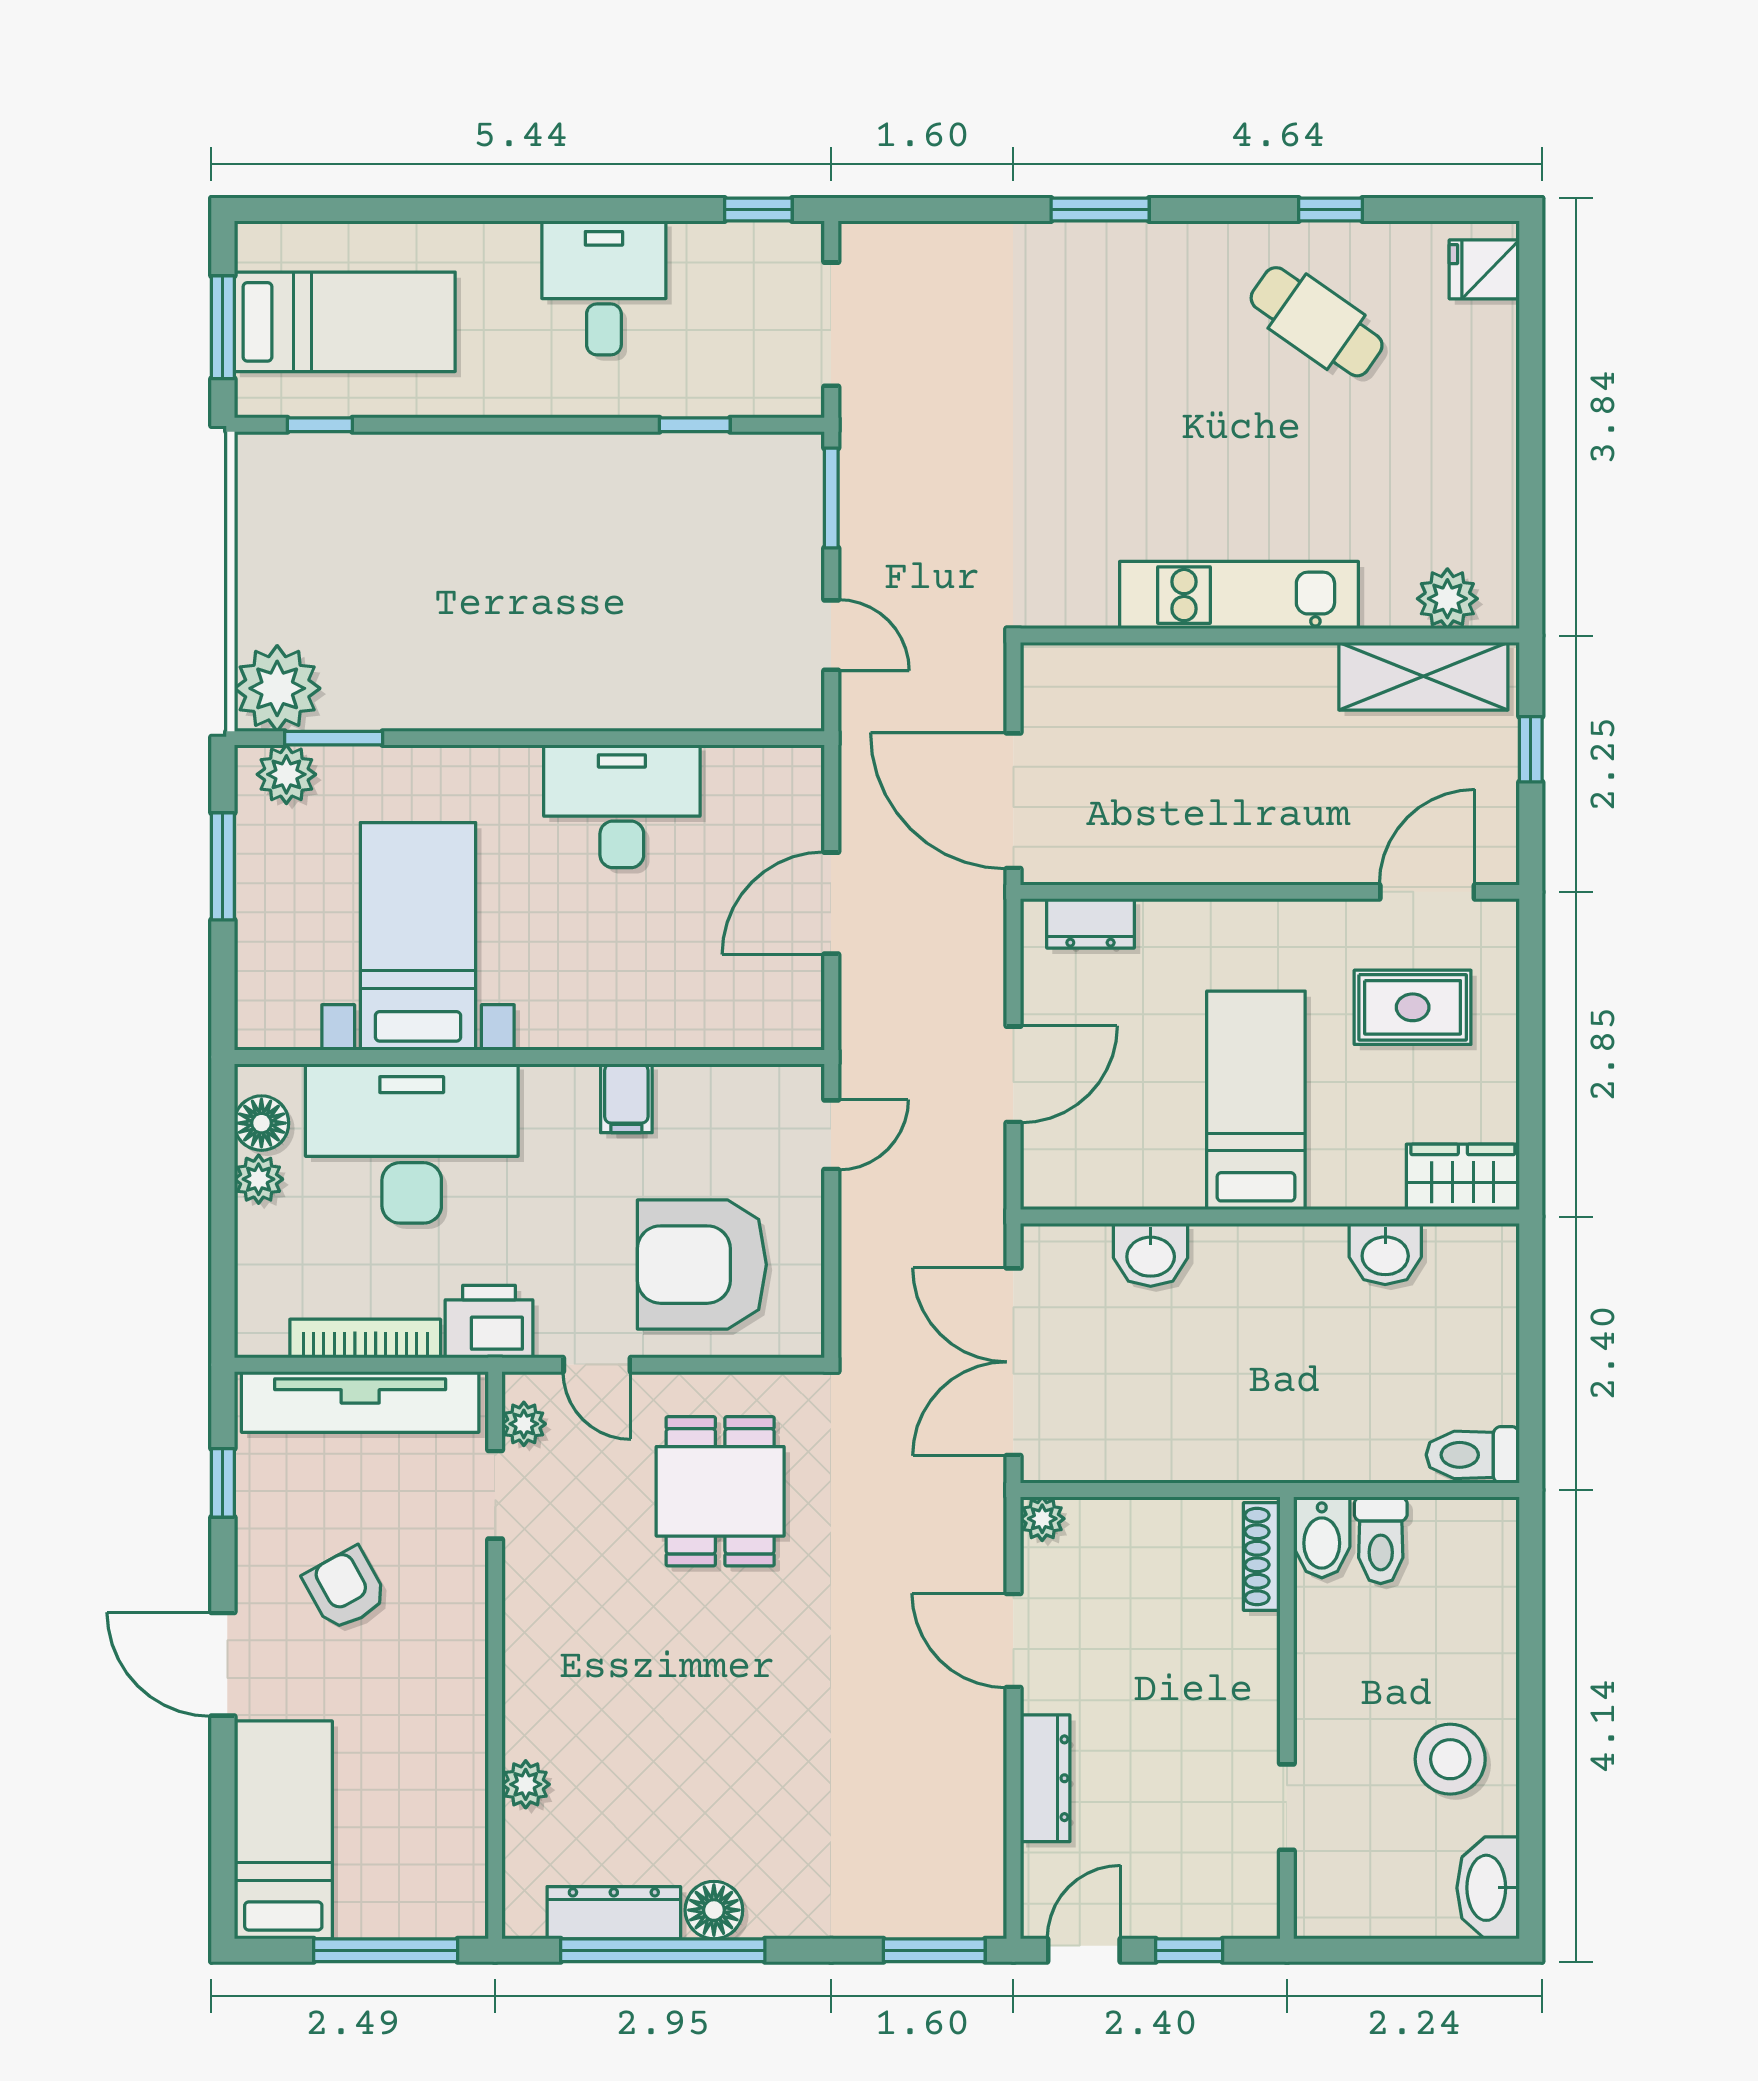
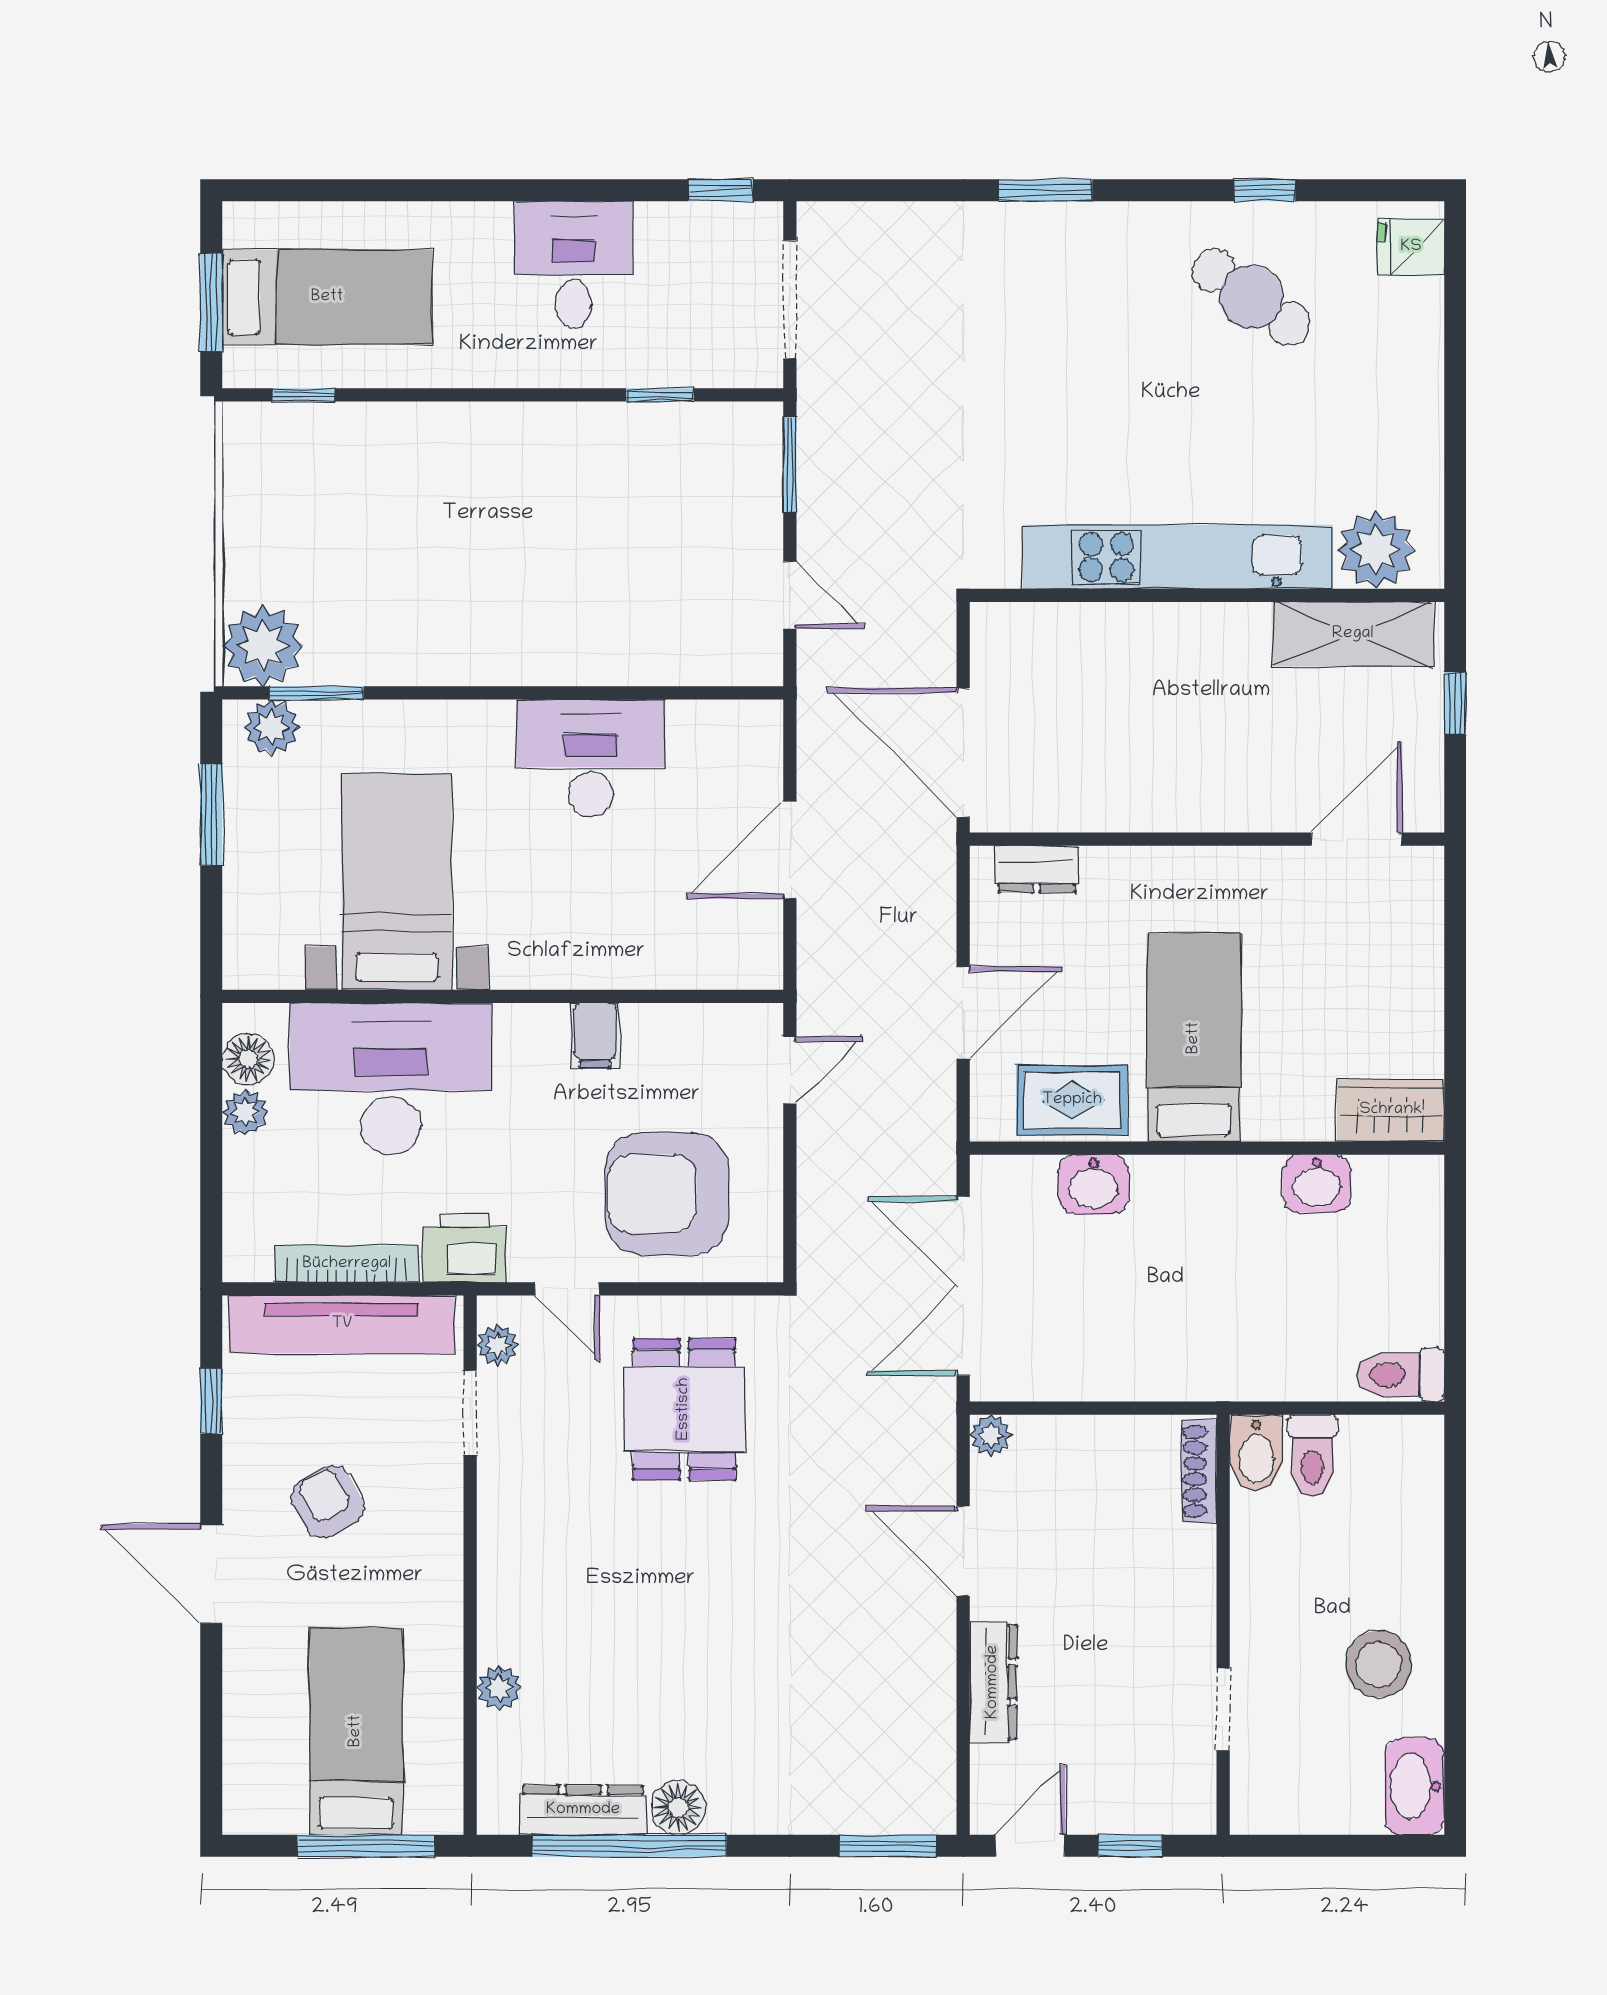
kitchen unit: (1239, 595) -> (1178, 557), width x1.36
plant: (1447, 599) -> (1376, 550), width x1.36, depth x1.36
rug: (1413, 1007) -> (1072, 1100), moved
bed: (283, 1830) -> (356, 1731), moved

